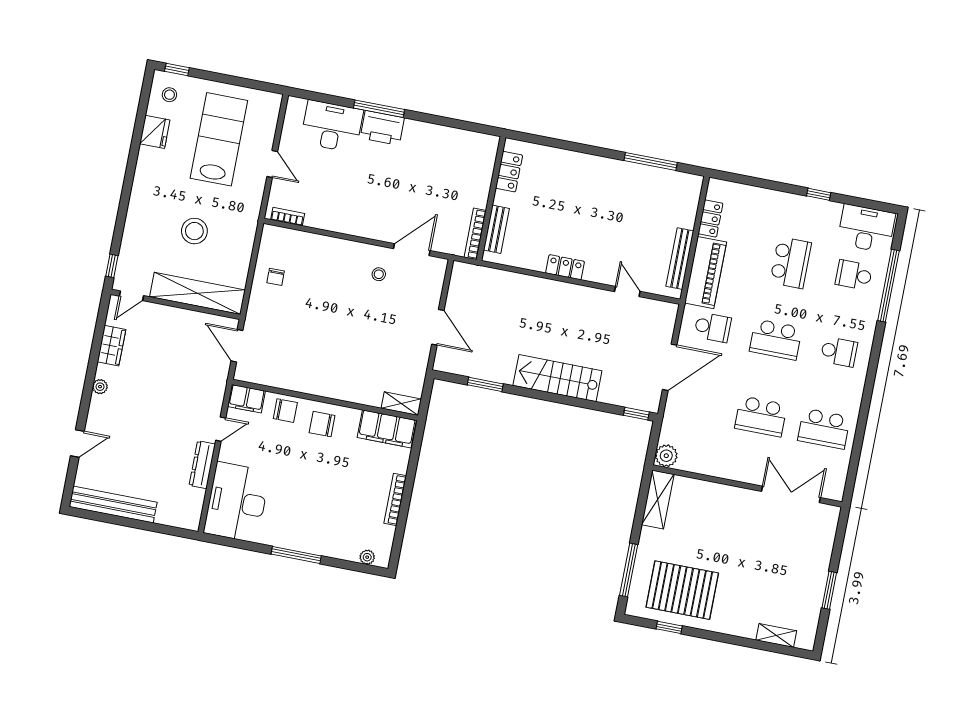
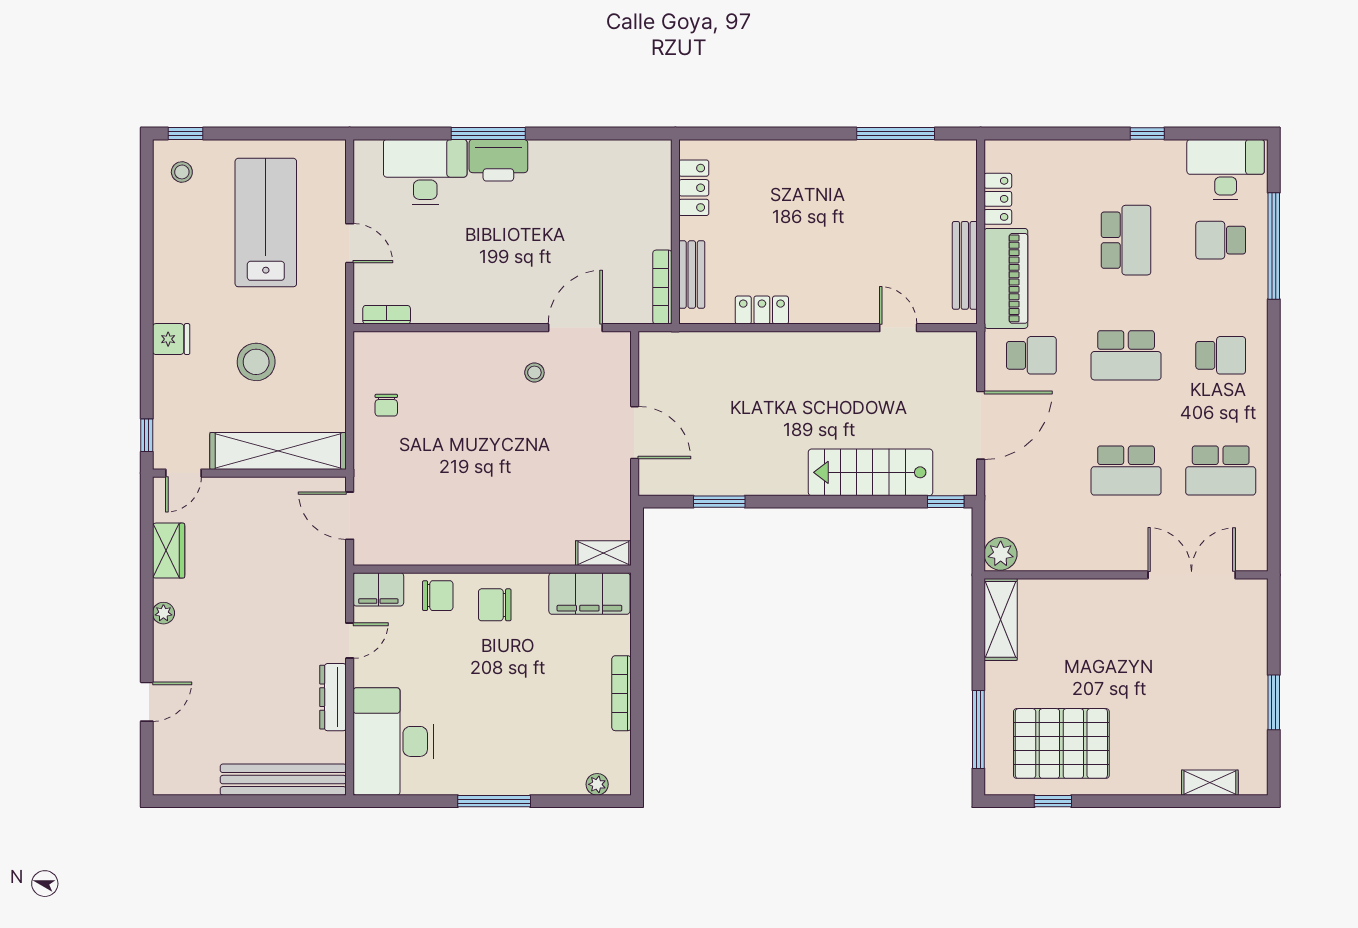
fridge: (155, 132) -> (171, 339), moved, width x0.72
locker: (565, 267) -> (762, 310), moved
stairs: (557, 378) -> (870, 472), moved
bench: (113, 505) -> (283, 780), moved

